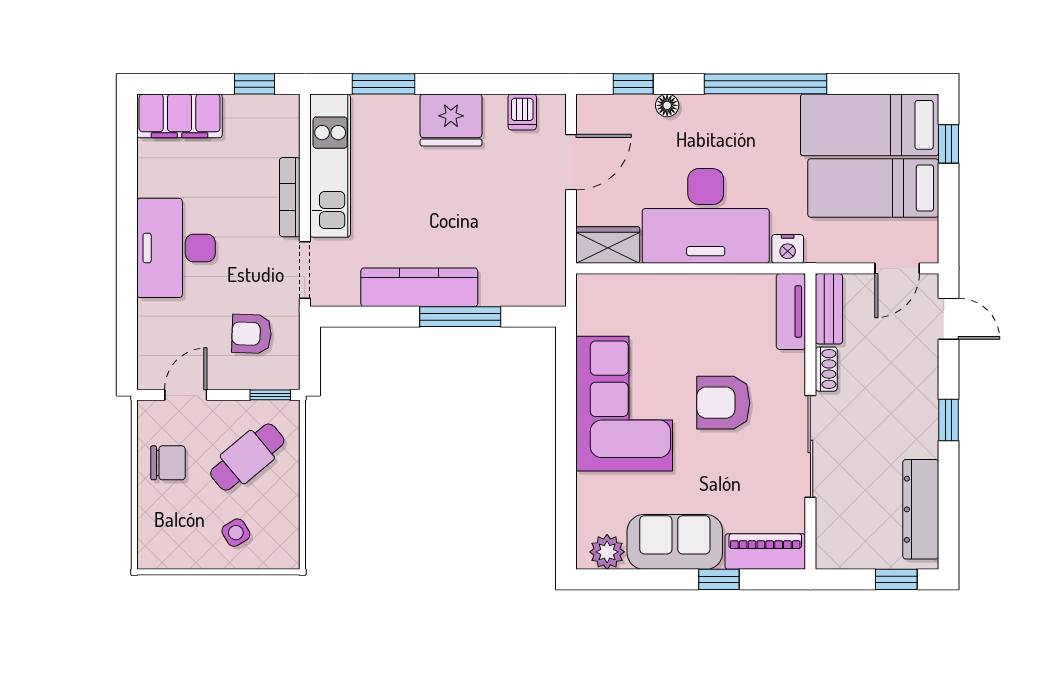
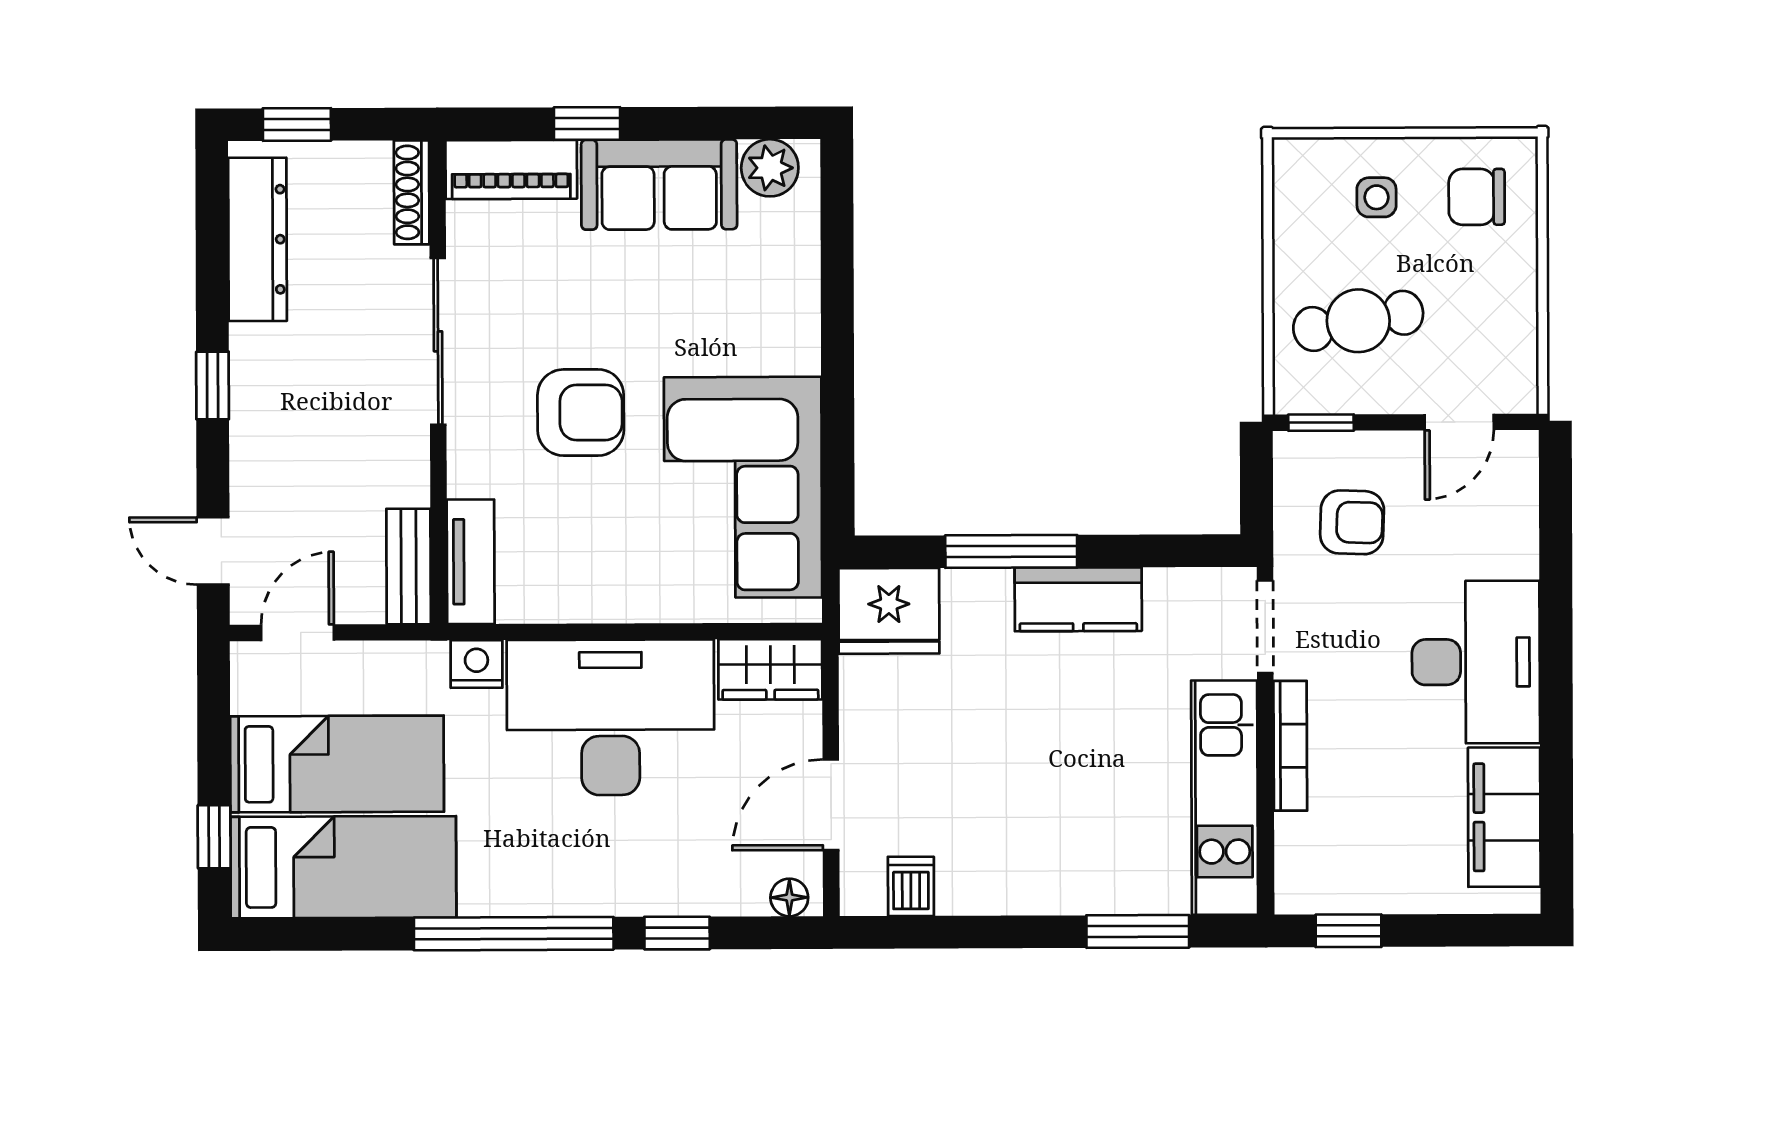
window: (633, 84) -> (677, 933), moved
floor lamp: (667, 105) -> (789, 898), moved
filing cabinet: (180, 116) -> (1504, 817), moved, turned -90
fridge: (451, 120) -> (889, 611), moved, turned 180
kitchen counter: (419, 287) -> (1078, 599), width x0.67
shoe rack: (826, 369) -> (412, 192), moved, width x1.43
corner sofa: (624, 404) -> (743, 487), moved
cafe table: (247, 457) -> (1358, 321), turned 30
chair: (168, 463) -> (1477, 197), moved
side table: (236, 533) -> (1377, 197), turned 31

